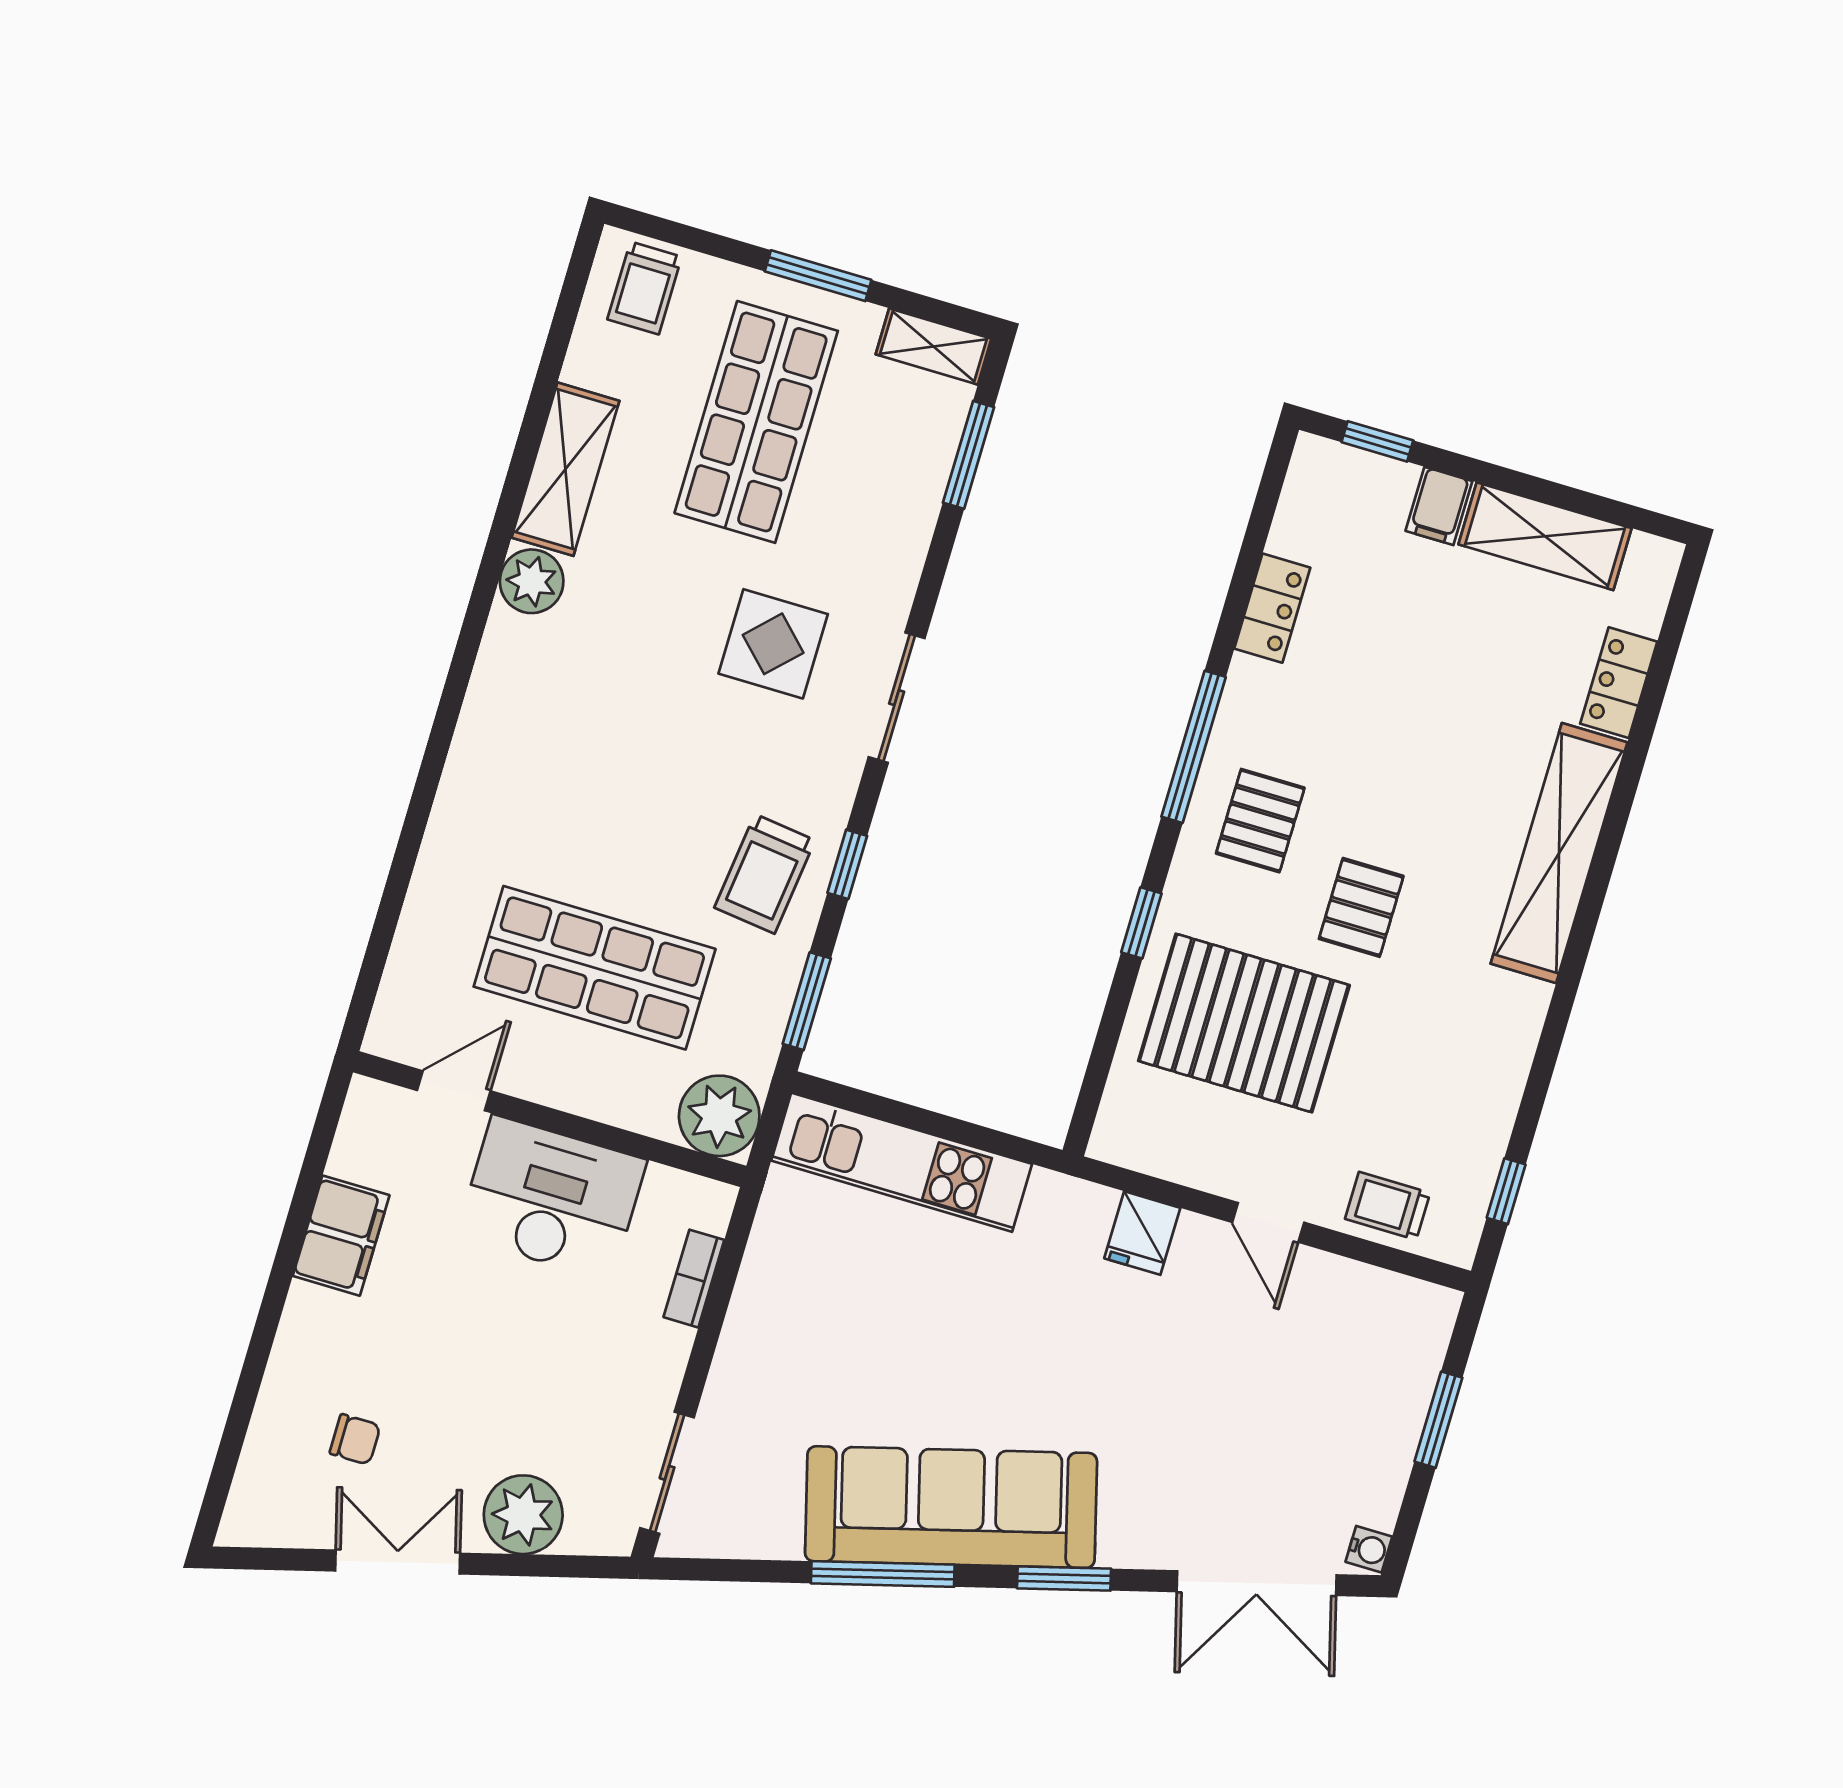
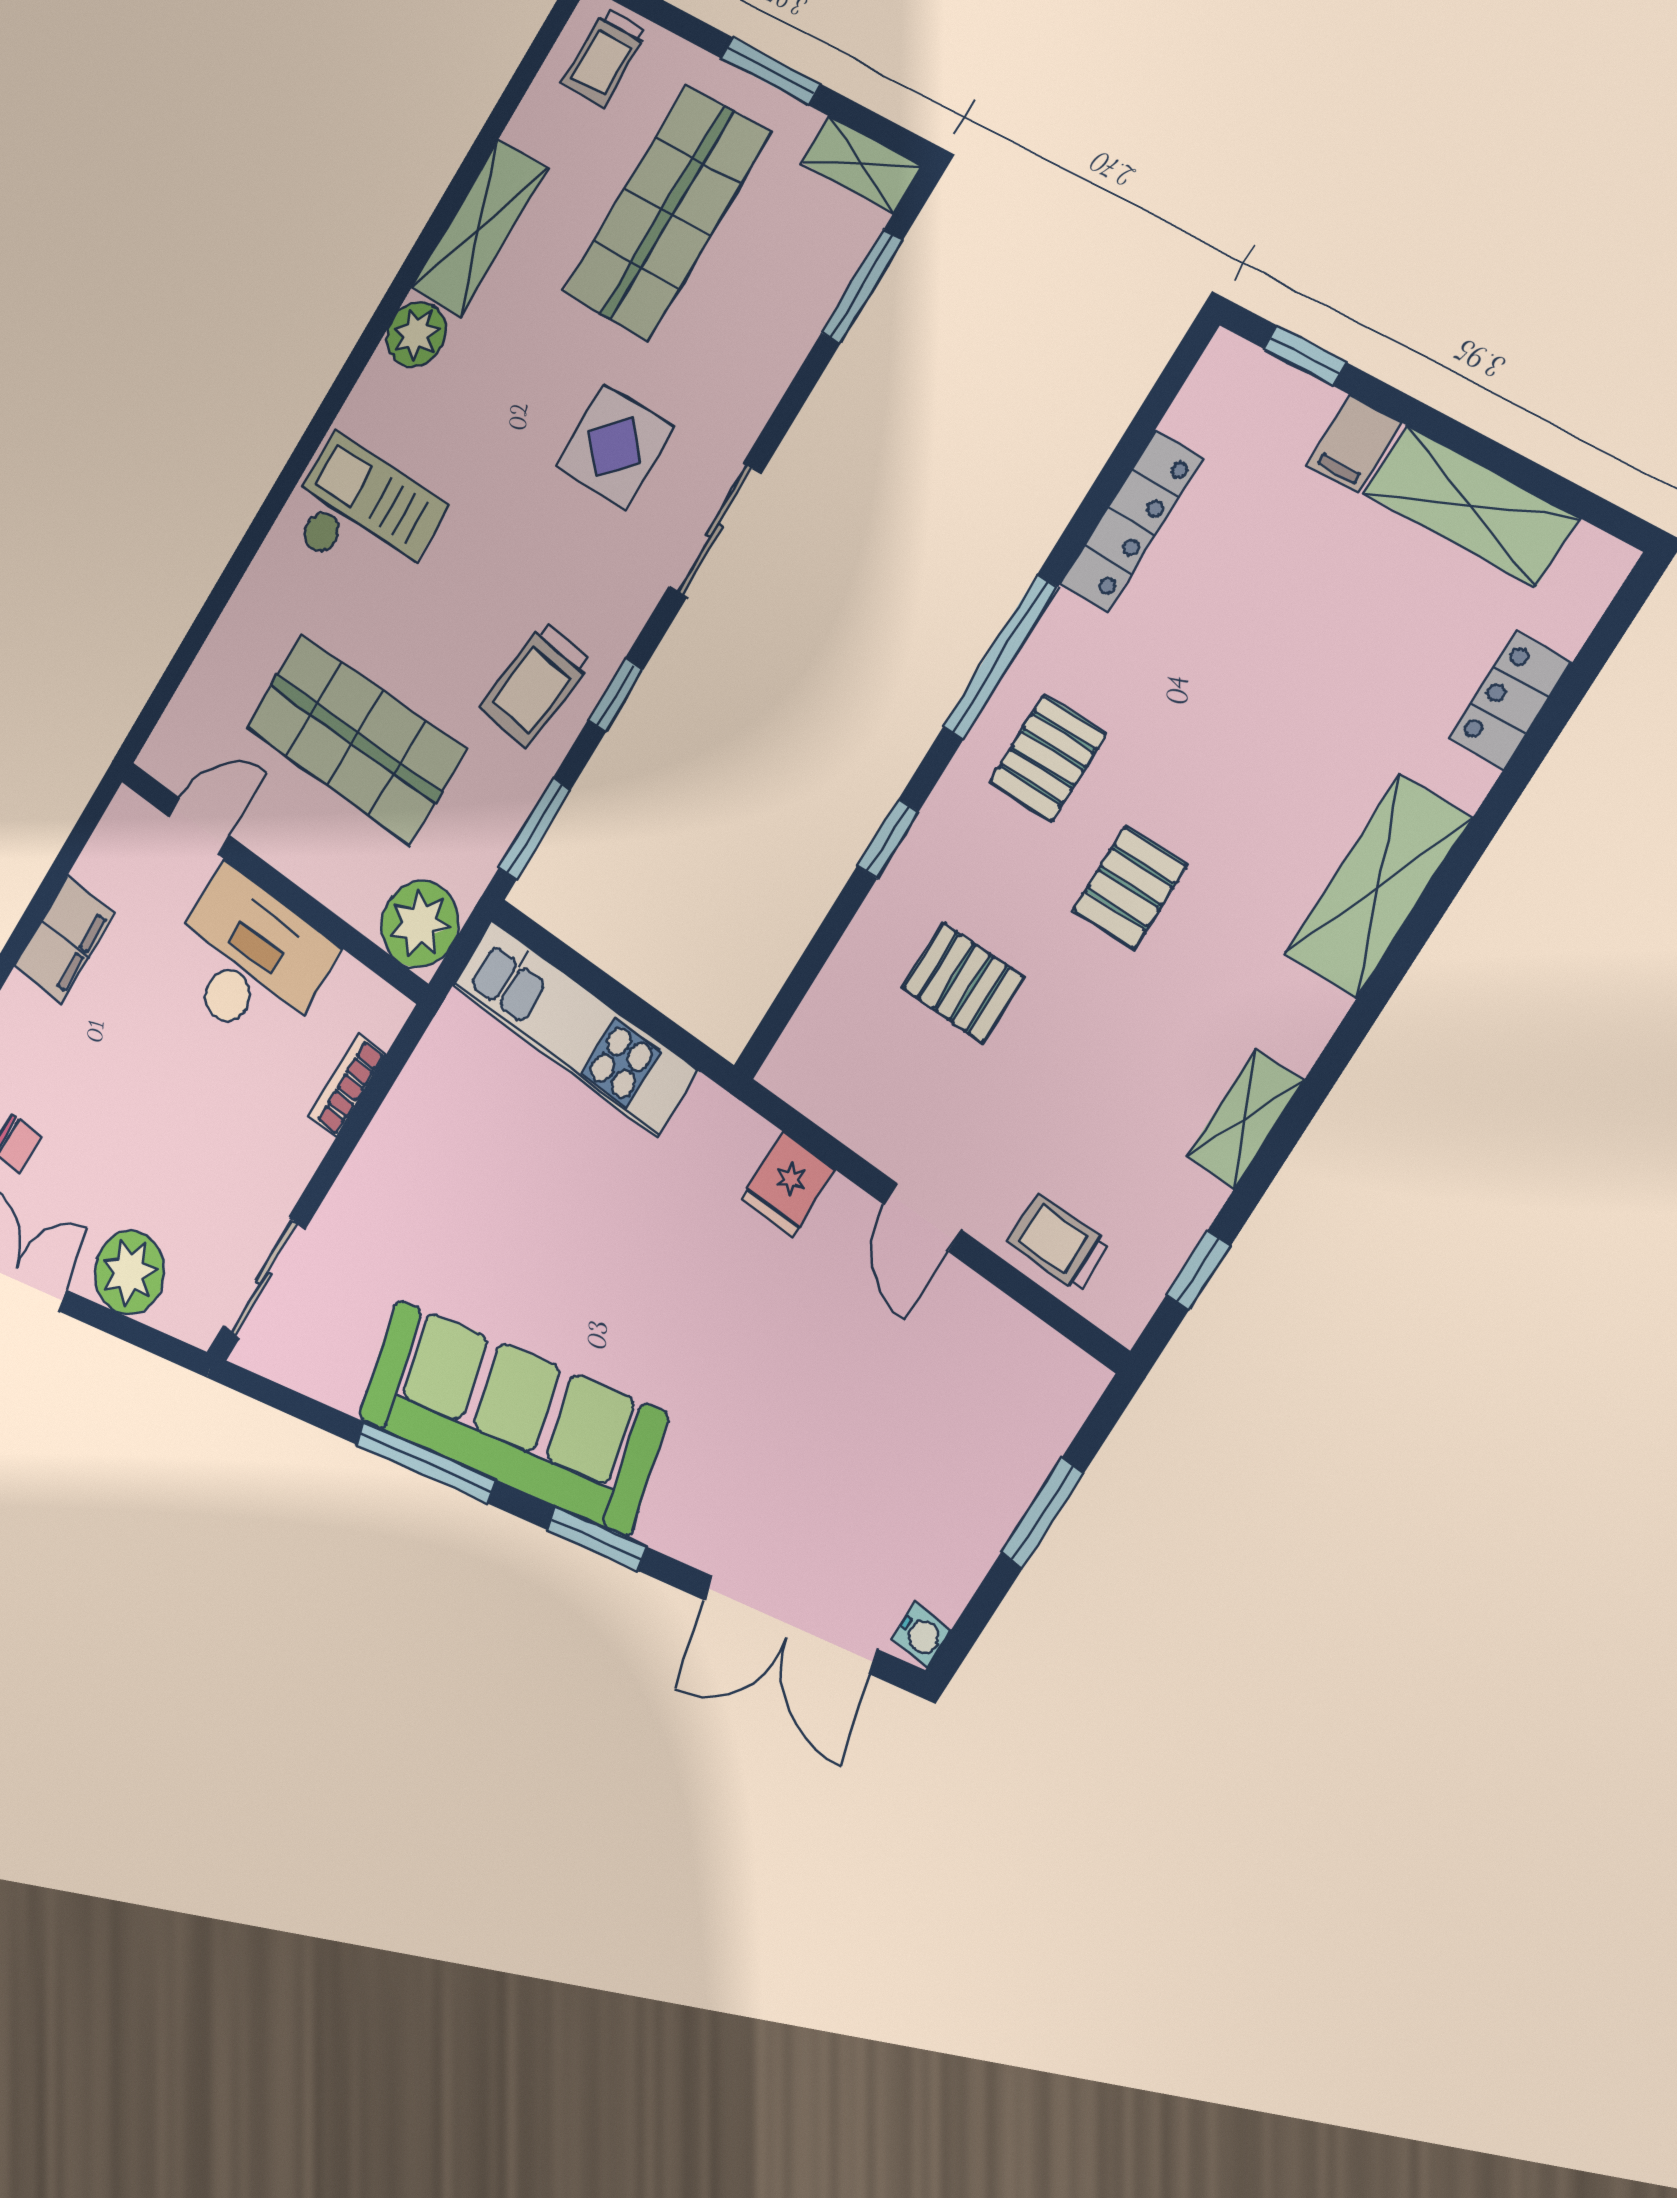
locker: (1272, 608) -> (1131, 521), width x1.53
checkout: (532, 762) -> (363, 516), added
shelving: (1559, 853) -> (1378, 886), width x0.68
pallet: (1244, 1023) -> (963, 982), width x0.49, depth x0.50
shelving: (1508, 1063) -> (1245, 1119), added

